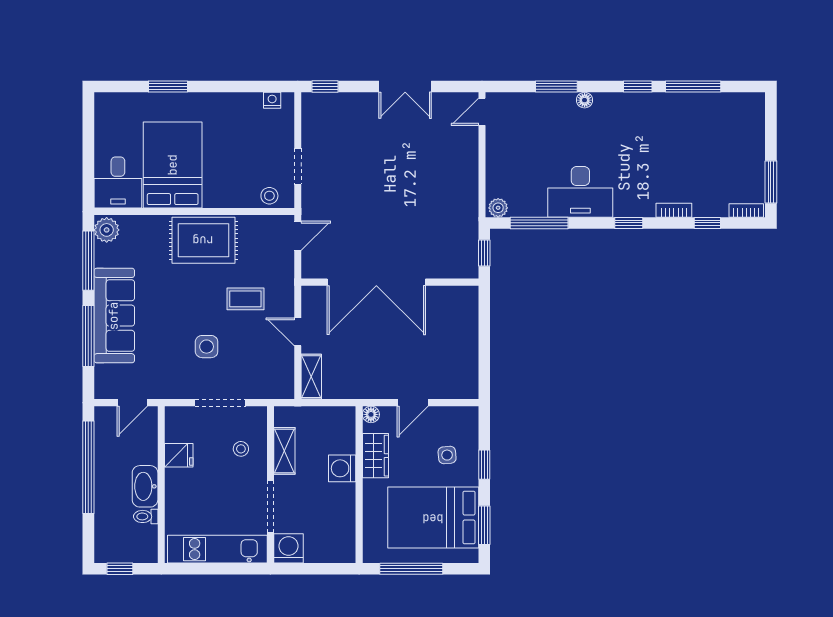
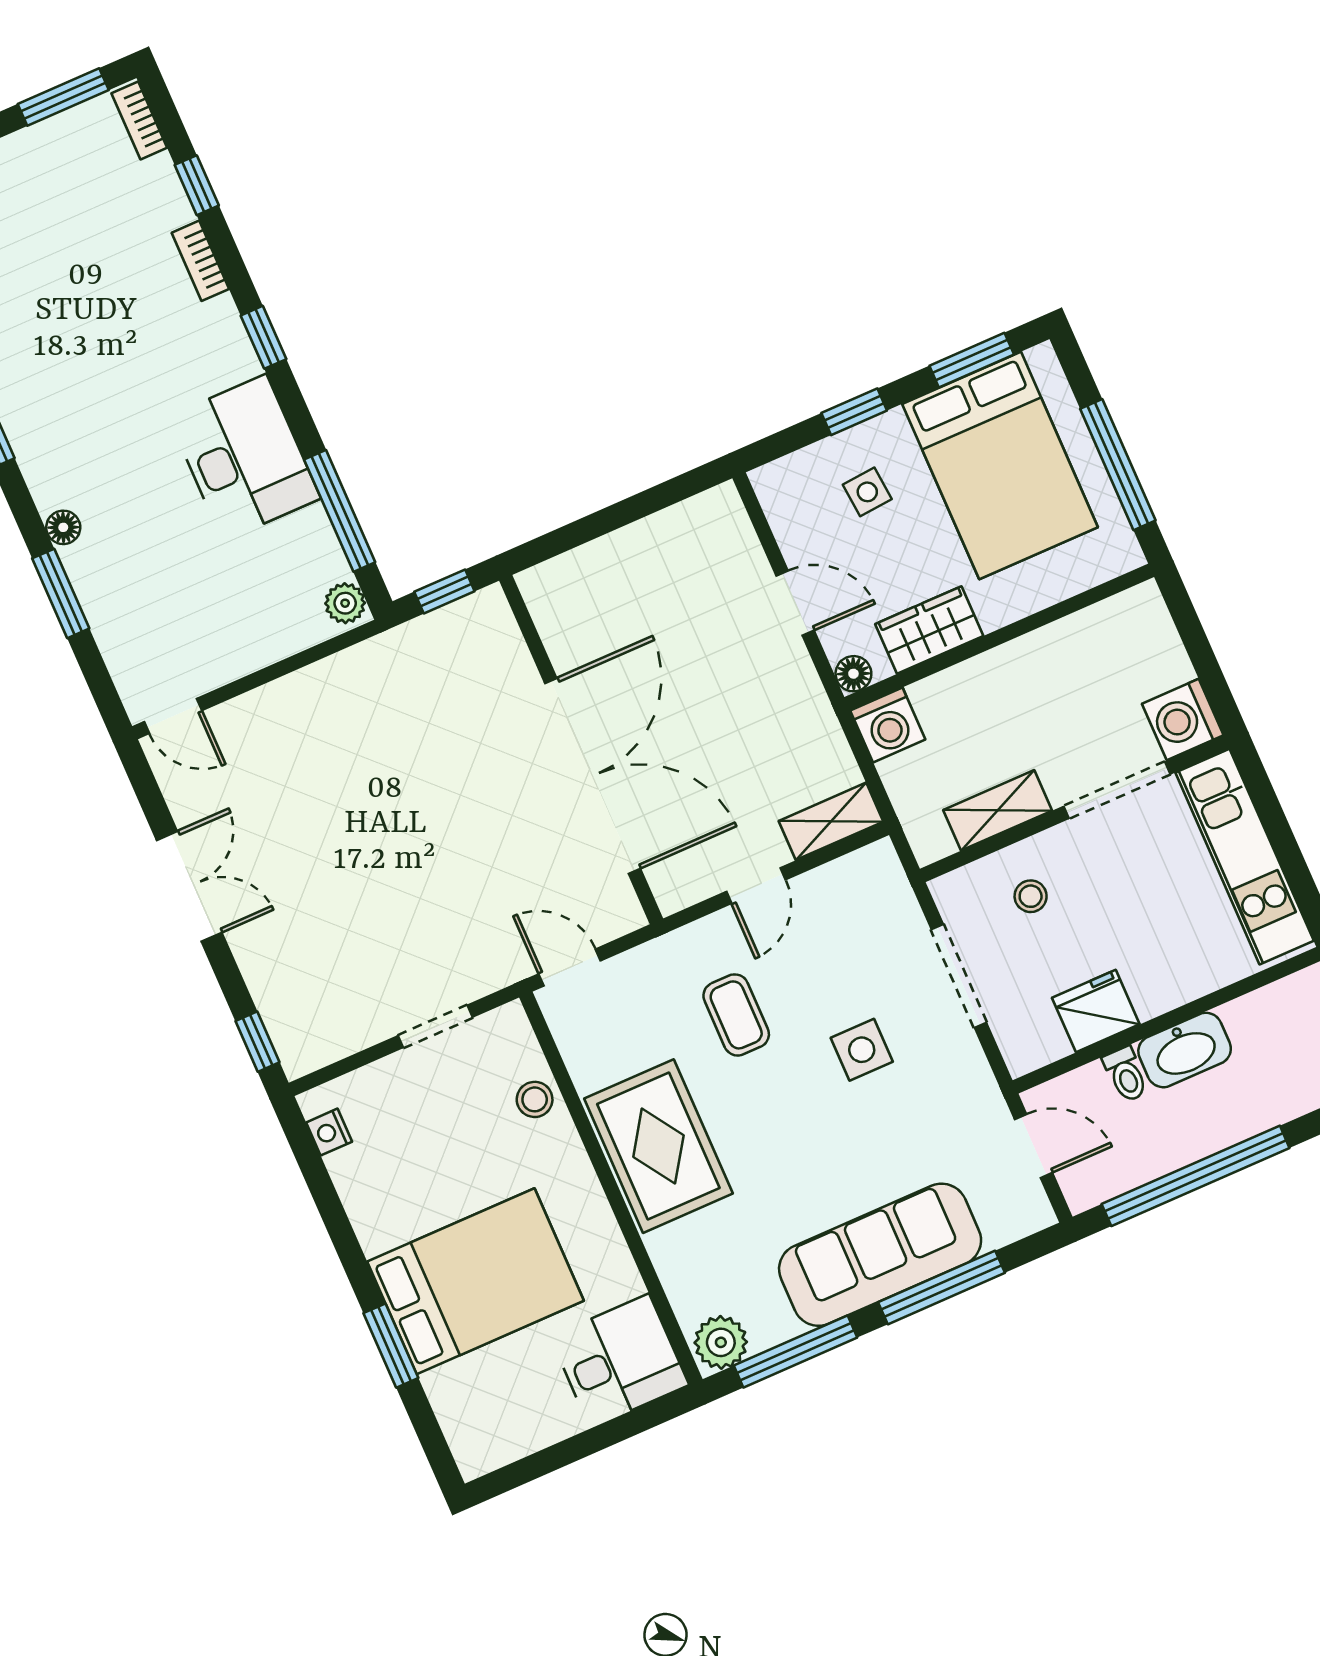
bed: (173, 165) -> (475, 1281), moved, turned 180
stool: (269, 196) -> (535, 1099), moved
fridge: (179, 455) -> (1096, 1011), width x1.38
washing machine: (342, 468) -> (888, 725), moved
toilet: (146, 516) -> (1126, 1074), moved

